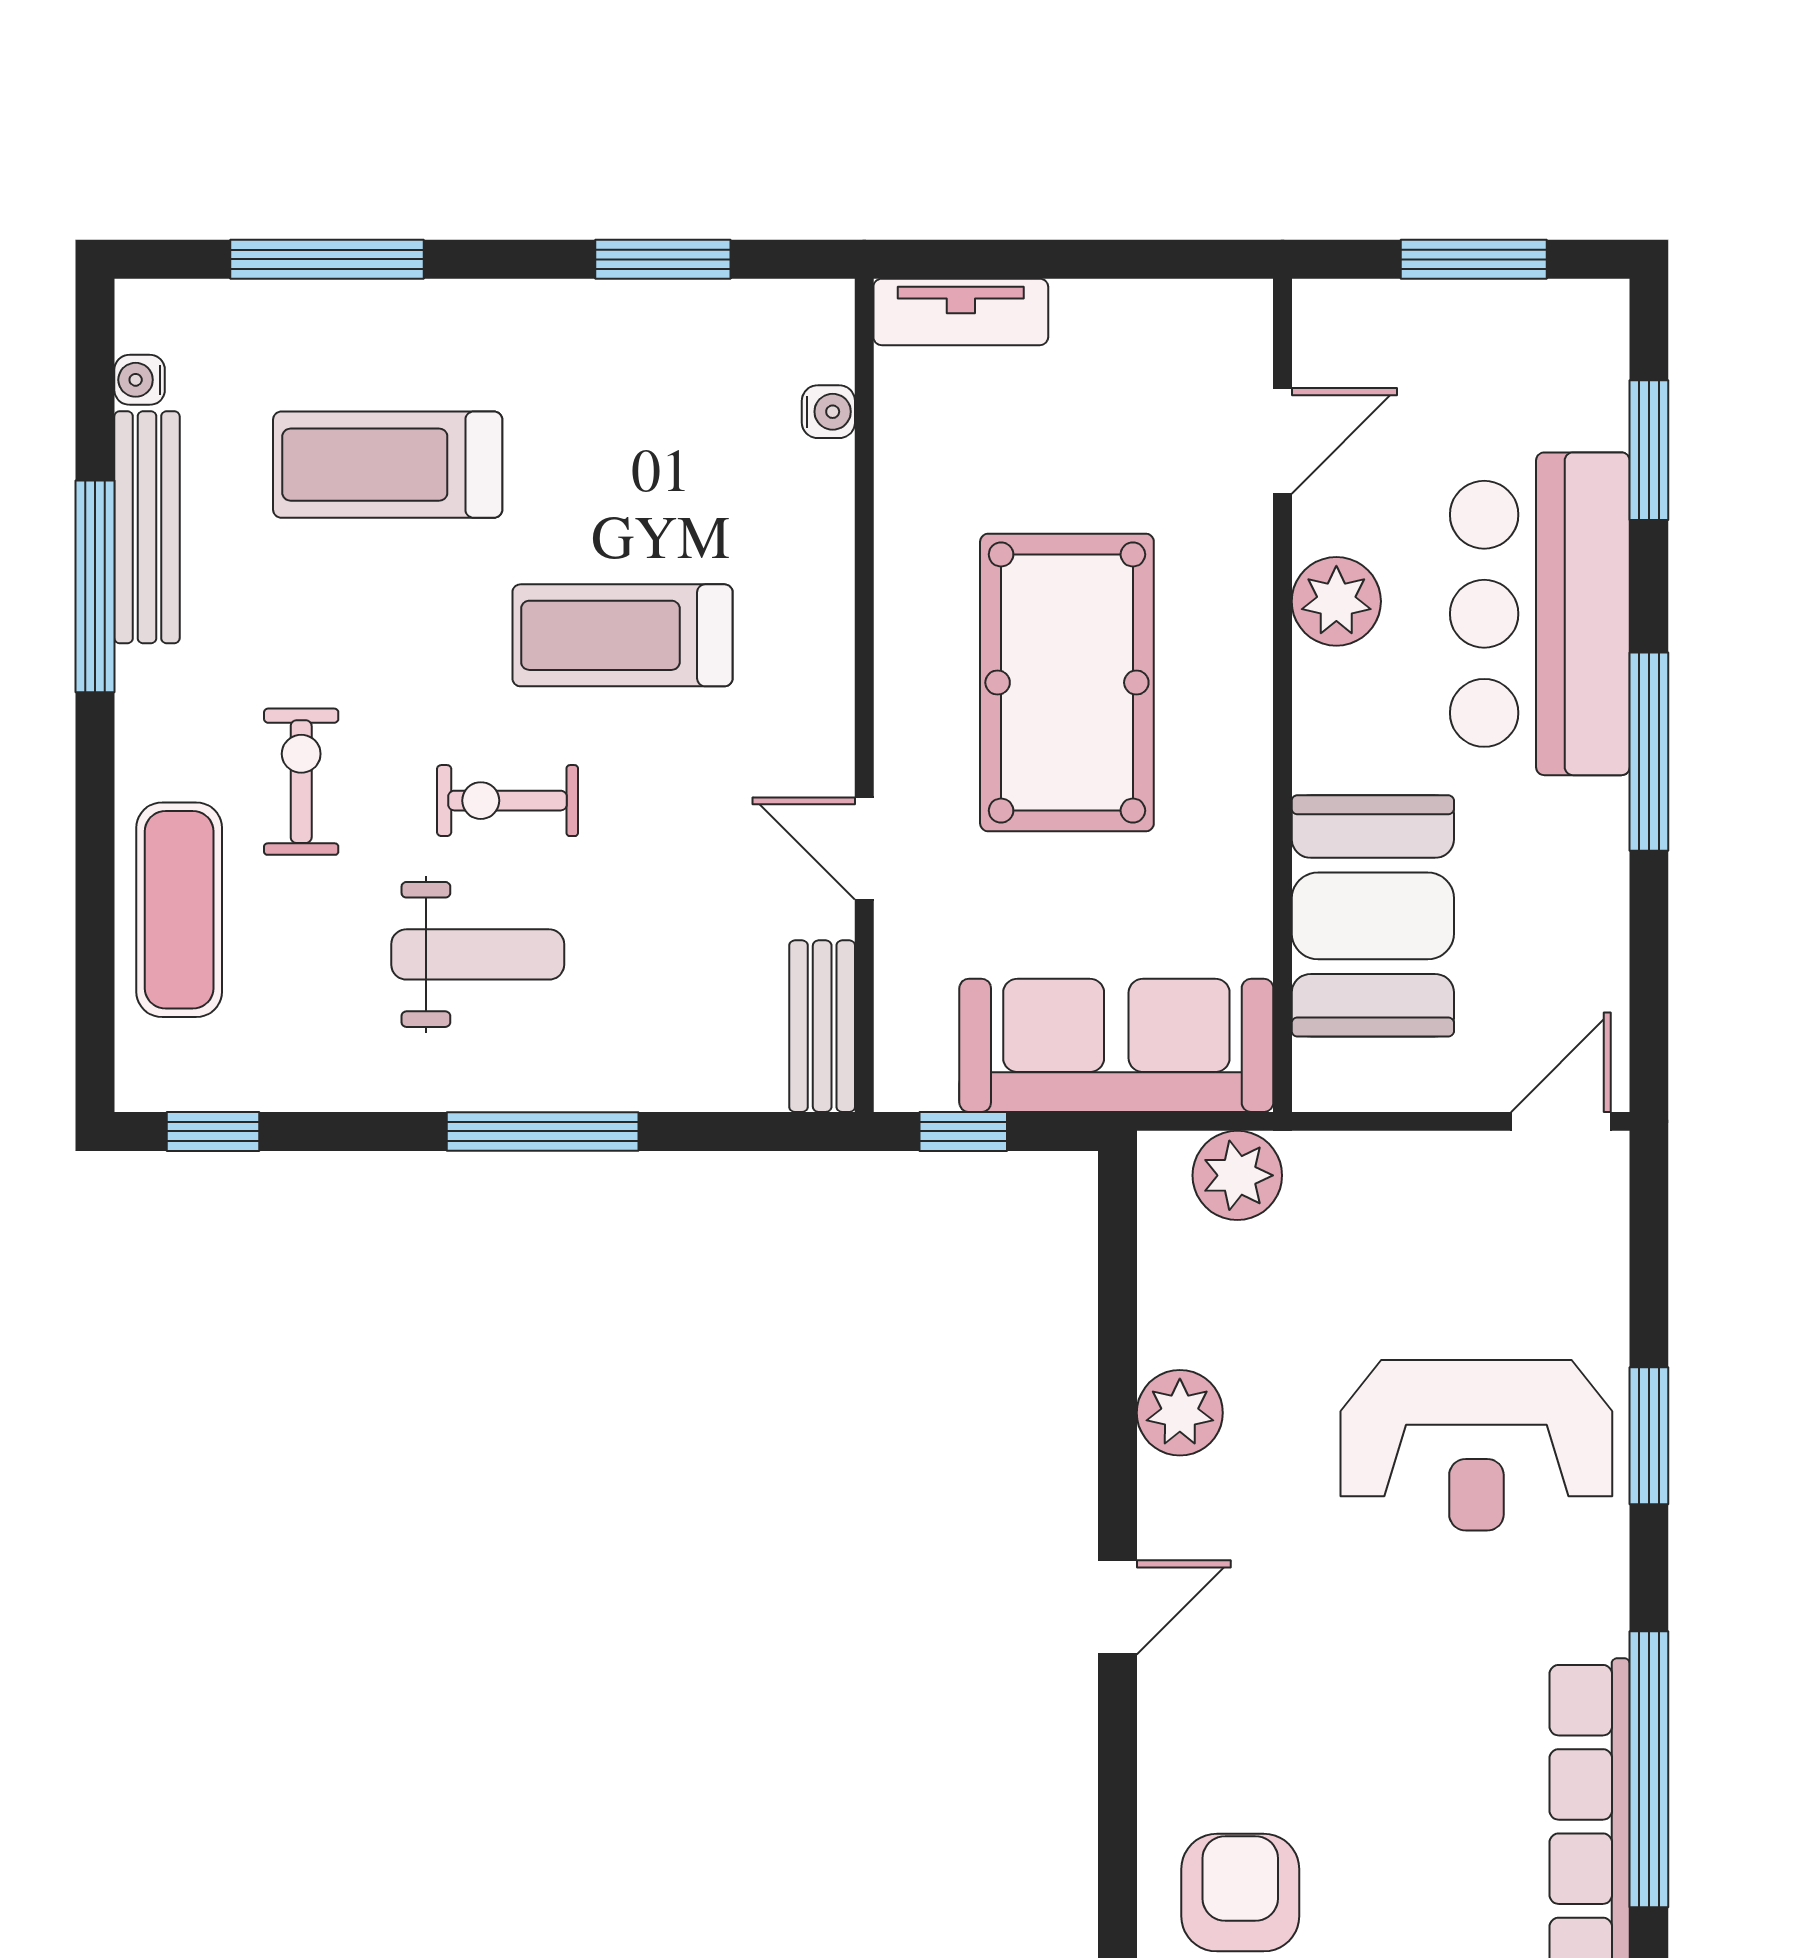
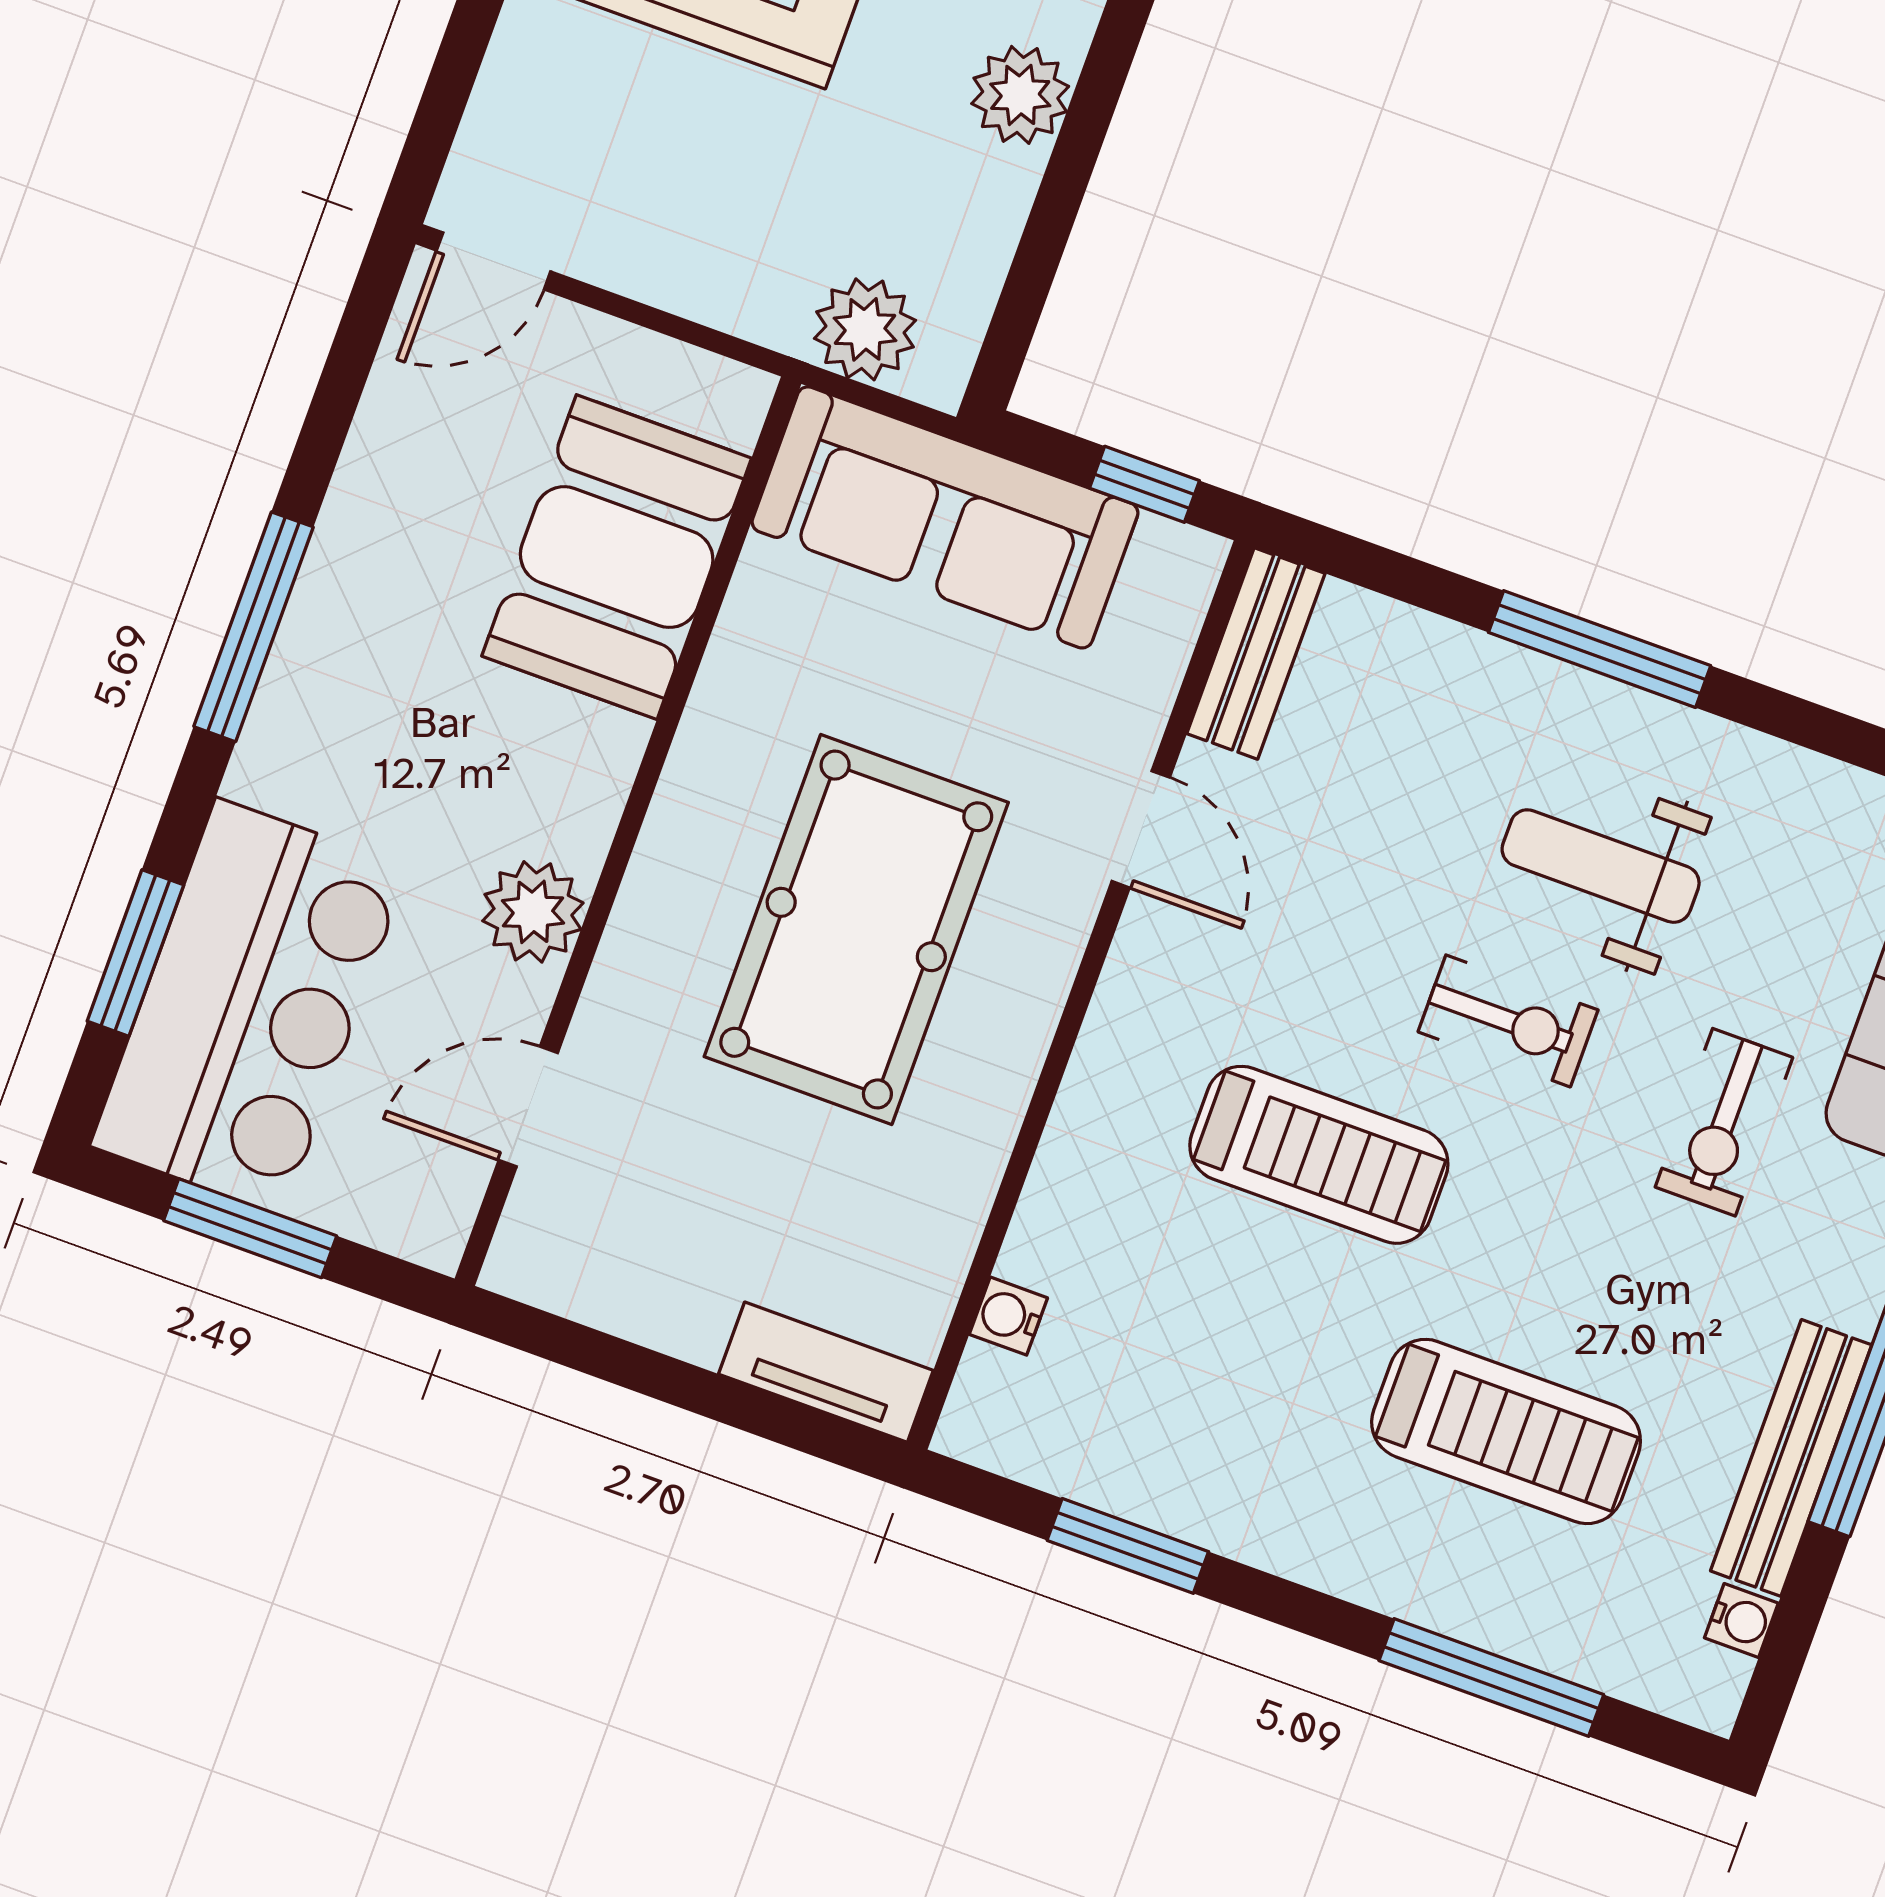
bar counter: (1540, 614) -> (250, 1007), moved

